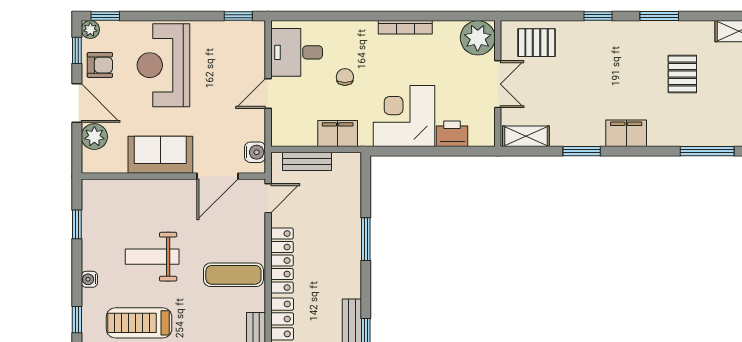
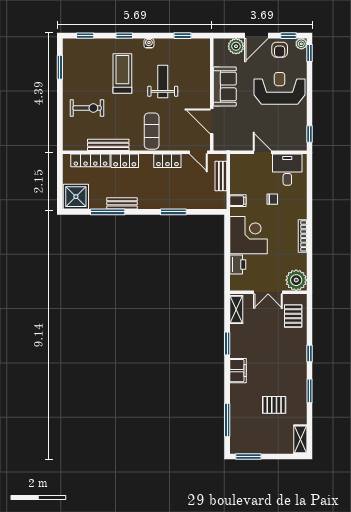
filing cabinet: (338, 134) -> (238, 201), width x0.50
water cooler: (255, 152) -> (226, 144), removed
locker: (282, 261) -> (167, 161), width x0.66

